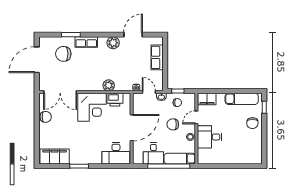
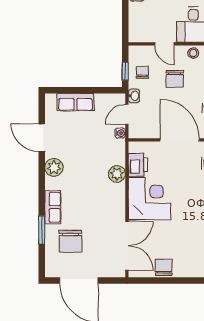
filing cabinet: (207, 99) -> (137, 28), removed

